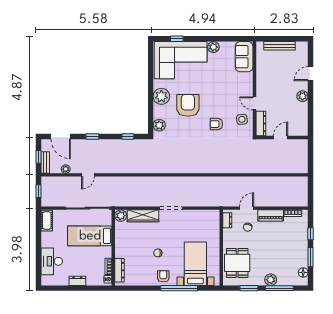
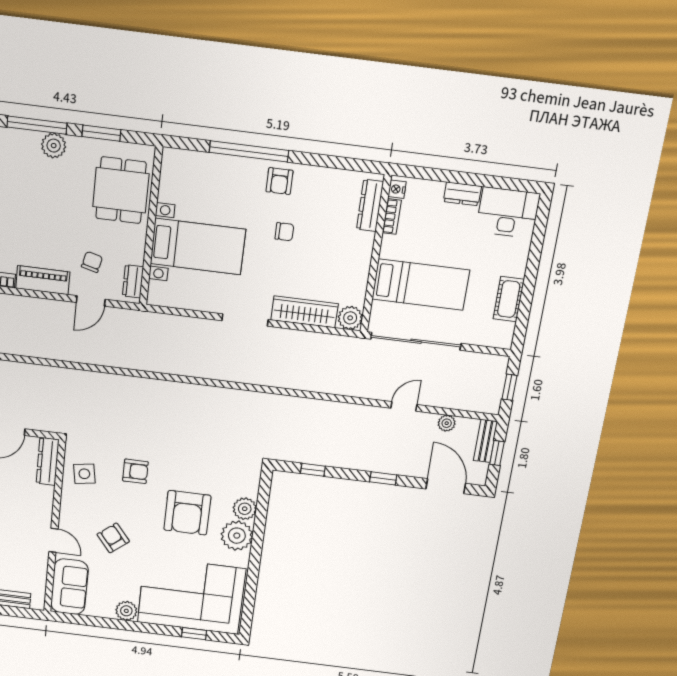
armchair: (224, 87) -> (113, 538), added
door: (254, 103) -> (53, 540), moved
plant: (159, 125) -> (245, 509), moved
cot: (47, 221) -> (509, 299), moved
desk: (52, 261) -> (508, 213), moved, turned -90
bed with nightstands: (195, 264) -> (198, 247), moved, turned -90

